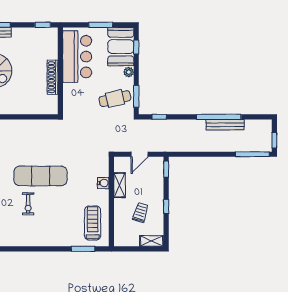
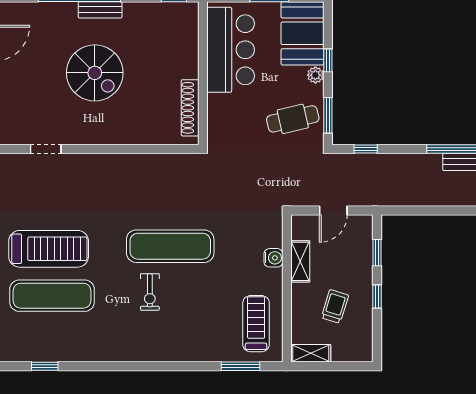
window: (136, 47) -> (328, 60), moved
shoe rack: (53, 77) -> (190, 108), moved
window: (166, 169) -> (377, 253), moved
shelving: (152, 241) -> (311, 353), moved

